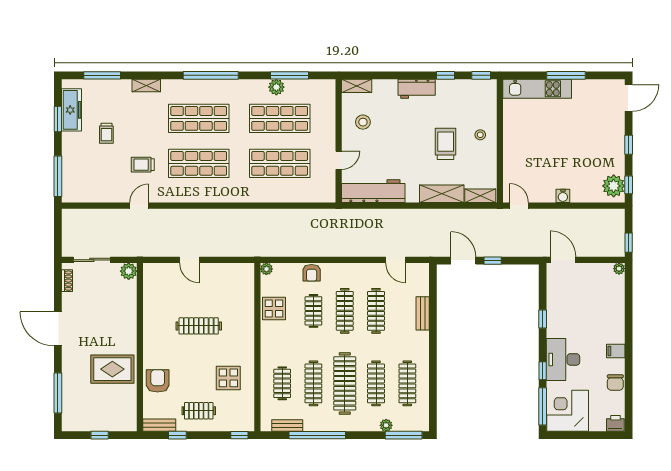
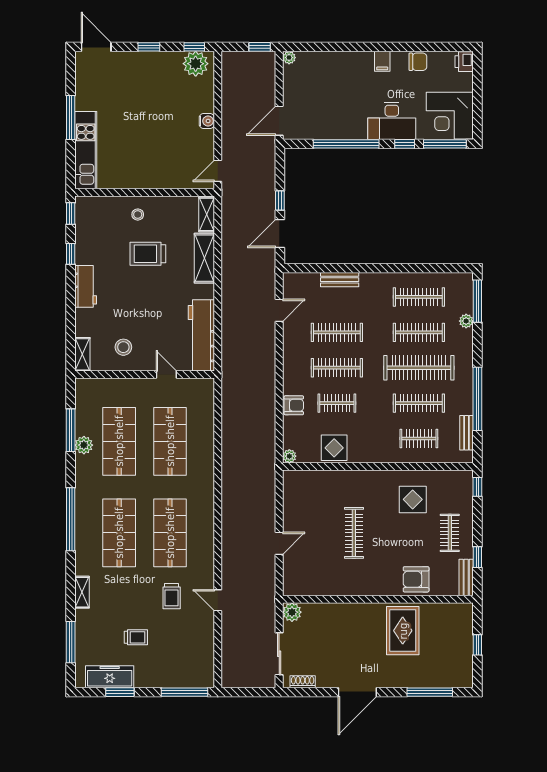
window: (543, 319) -> (346, 144), width x3.17

